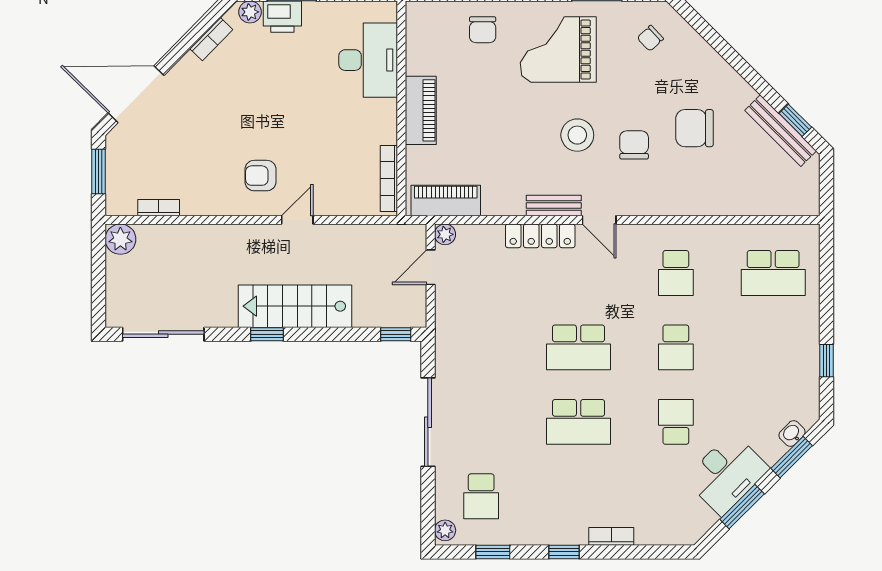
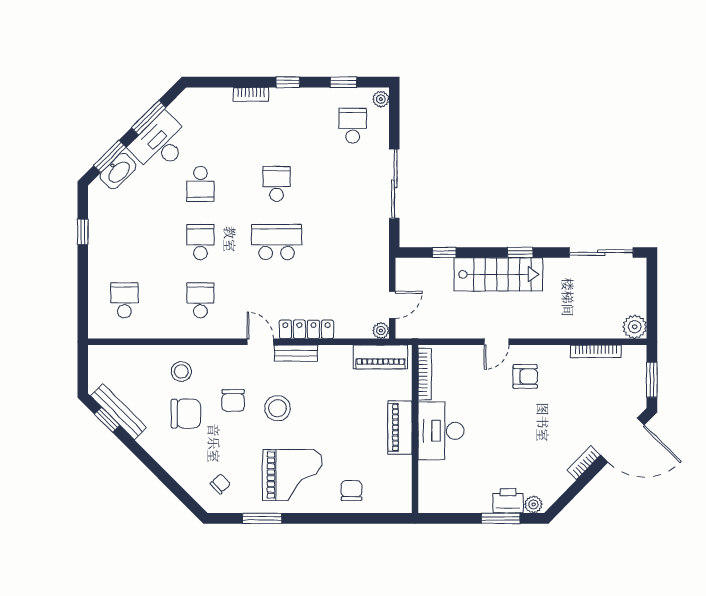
bookcase: (211, 39) -> (584, 463), moved
desk: (368, 60) -> (441, 431), moved
stool: (700, 182) -> (181, 371), added
bookcase: (159, 208) -> (596, 351), width x1.56
school desk: (773, 273) -> (124, 300), width x0.54
window: (396, 334) -> (444, 252), moved
school desk: (579, 422) -> (277, 184), width x0.54
washbasin: (792, 434) -> (118, 171), width x1.91, depth x1.45

